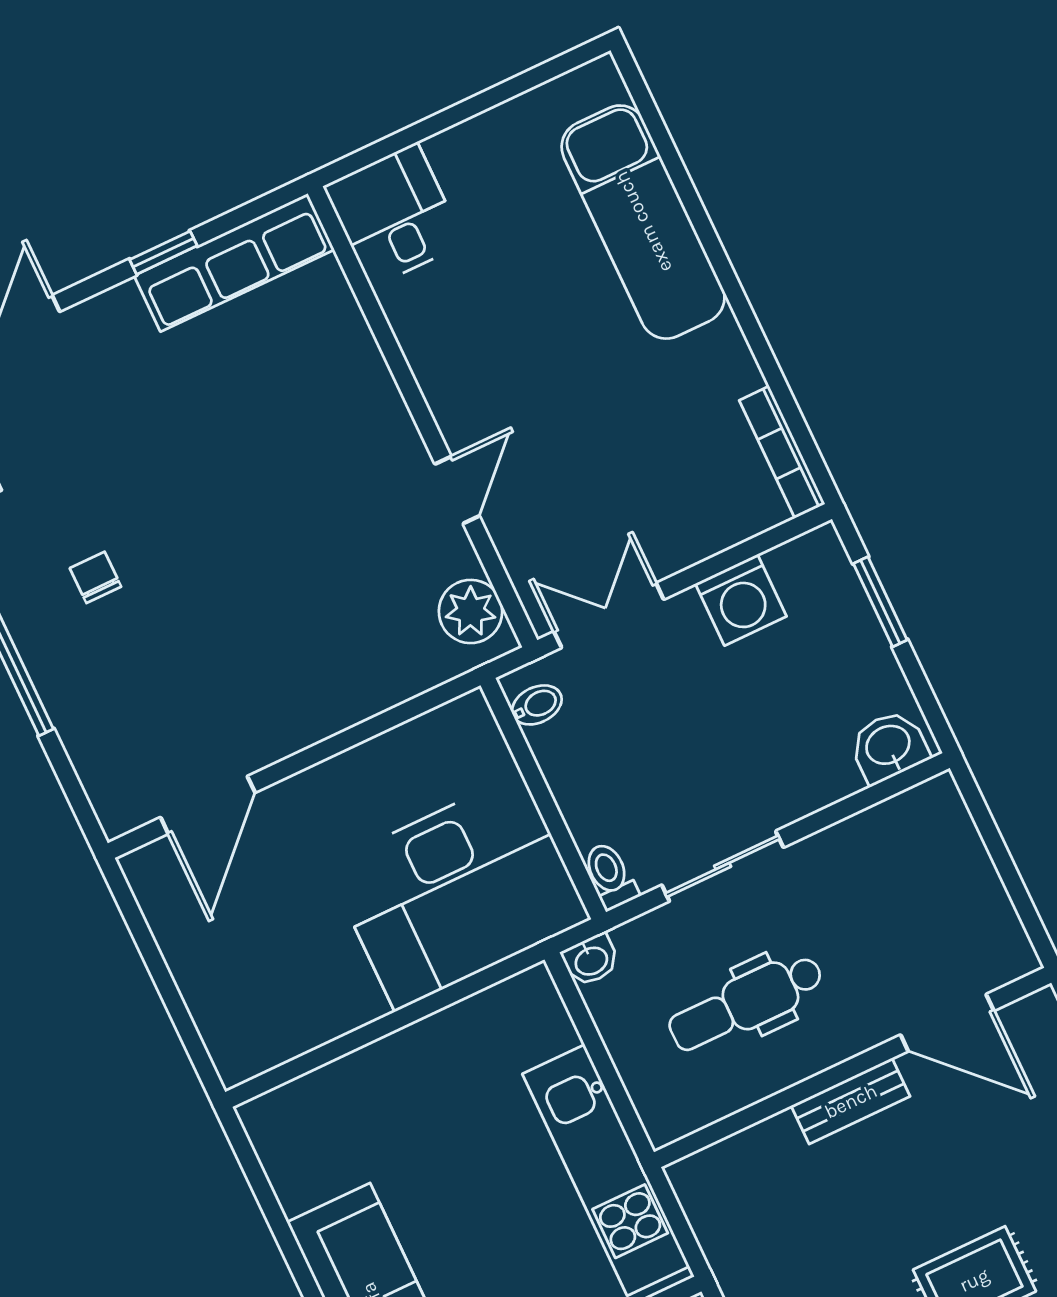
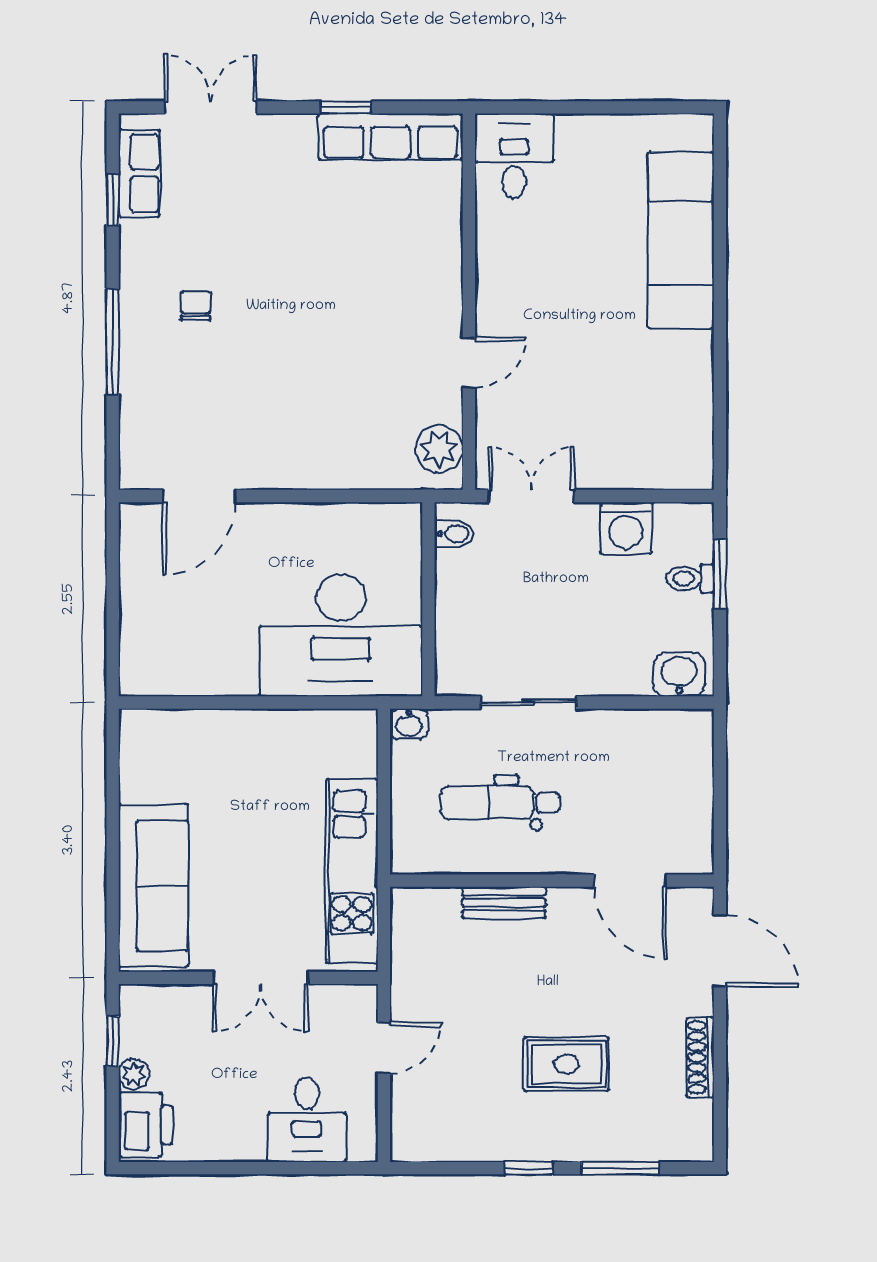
bookcase: (782, 452) -> (701, 441), removed
toilet: (610, 876) -> (690, 579), moved, turned -90
bench: (851, 1101) -> (504, 903), moved

